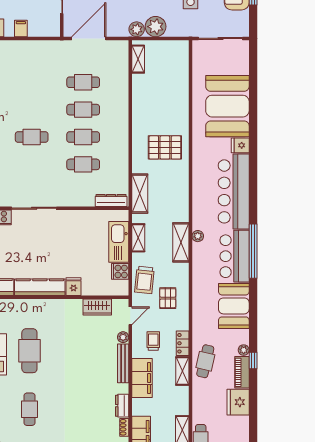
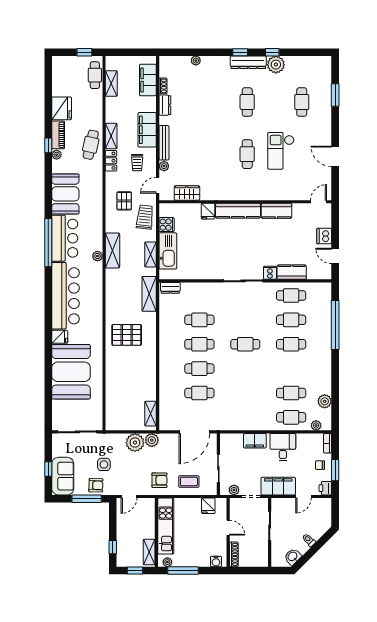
filing cabinet: (21, 28) -> (255, 441), width x2.00
dresser: (111, 200) -> (170, 288), width x0.70
cafe table: (29, 351) -> (247, 154), width x0.73, depth x0.74

